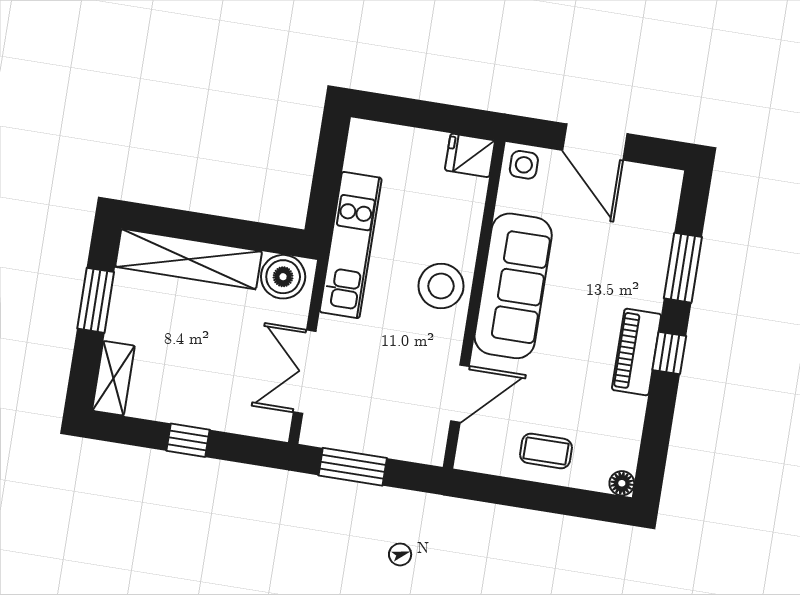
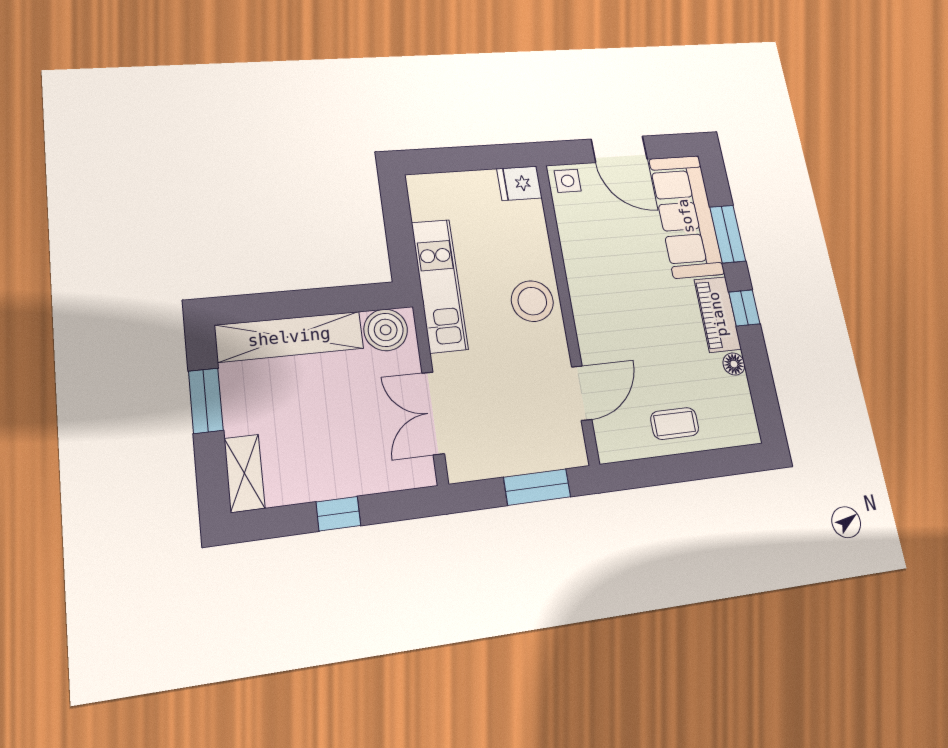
sofa: (513, 286) -> (686, 216), moved, turned 180
window: (353, 467) -> (537, 487), moved
floor lamp: (622, 483) -> (734, 364), moved

